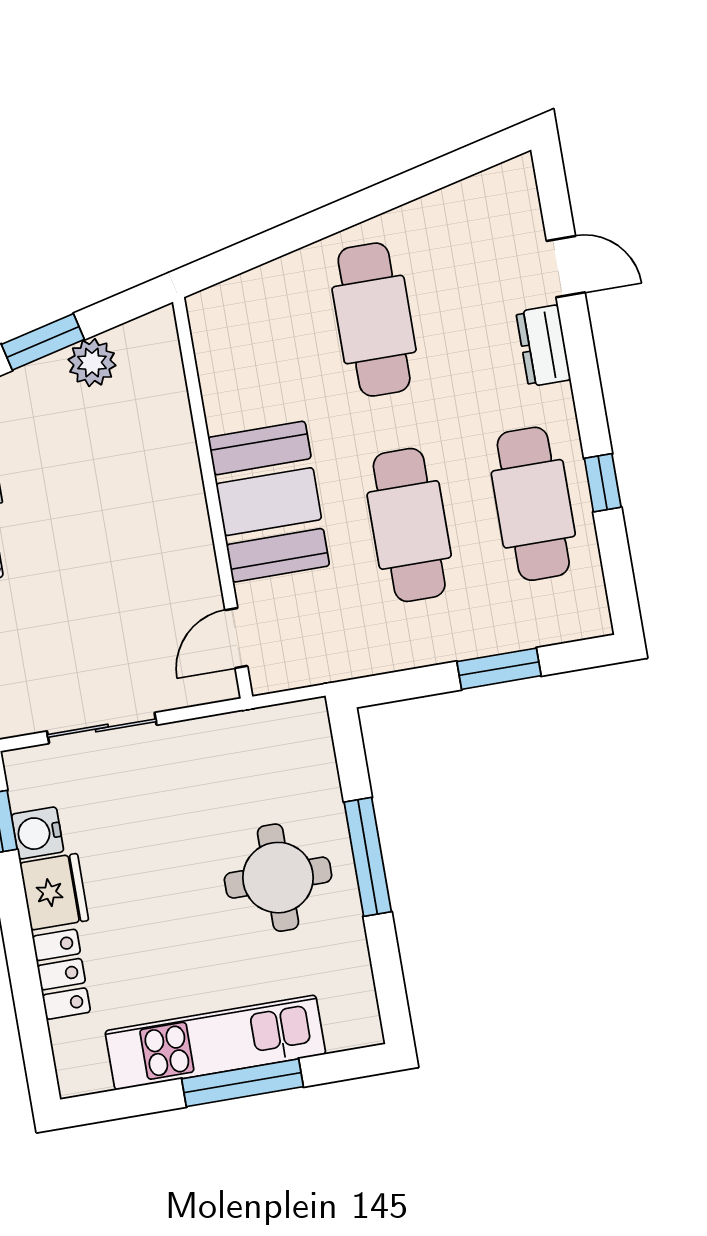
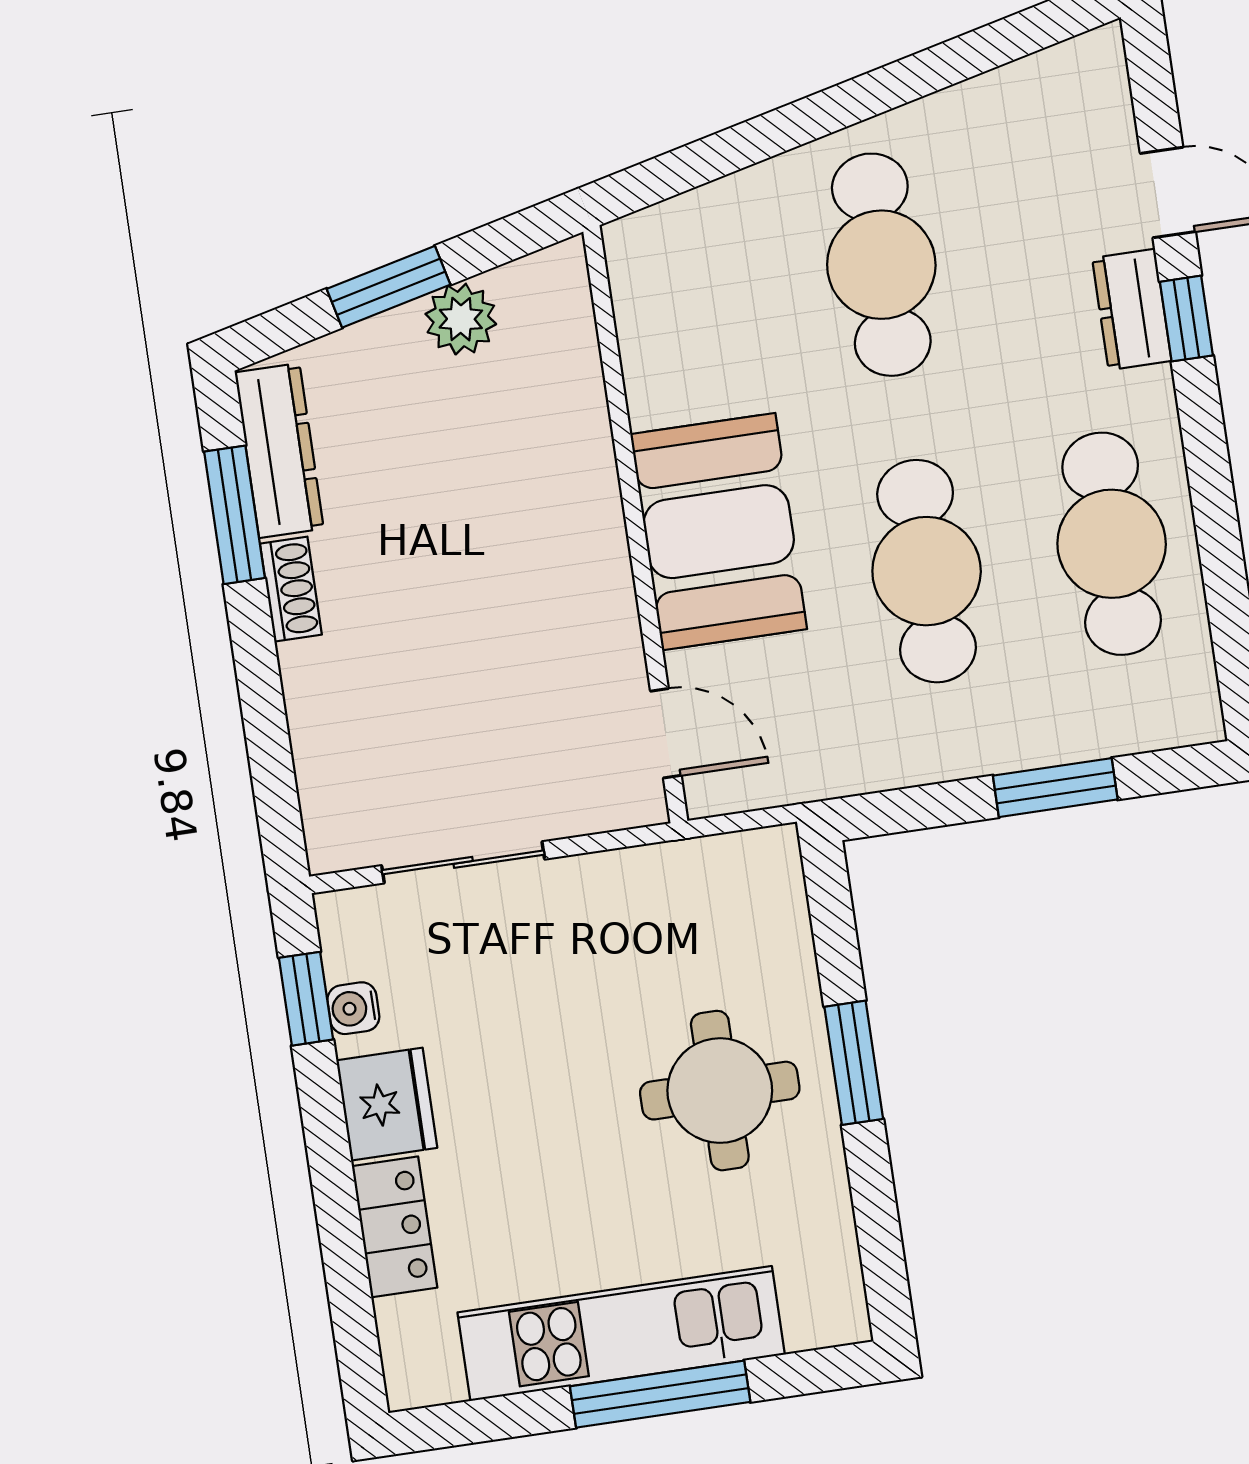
window: (603, 483) -> (1186, 319), moved
door: (236, 638) -> (666, 733), swing flipped
water cooler: (38, 833) -> (353, 1008), width x0.72, depth x0.72
window: (368, 857) -> (854, 1063), width x0.69

